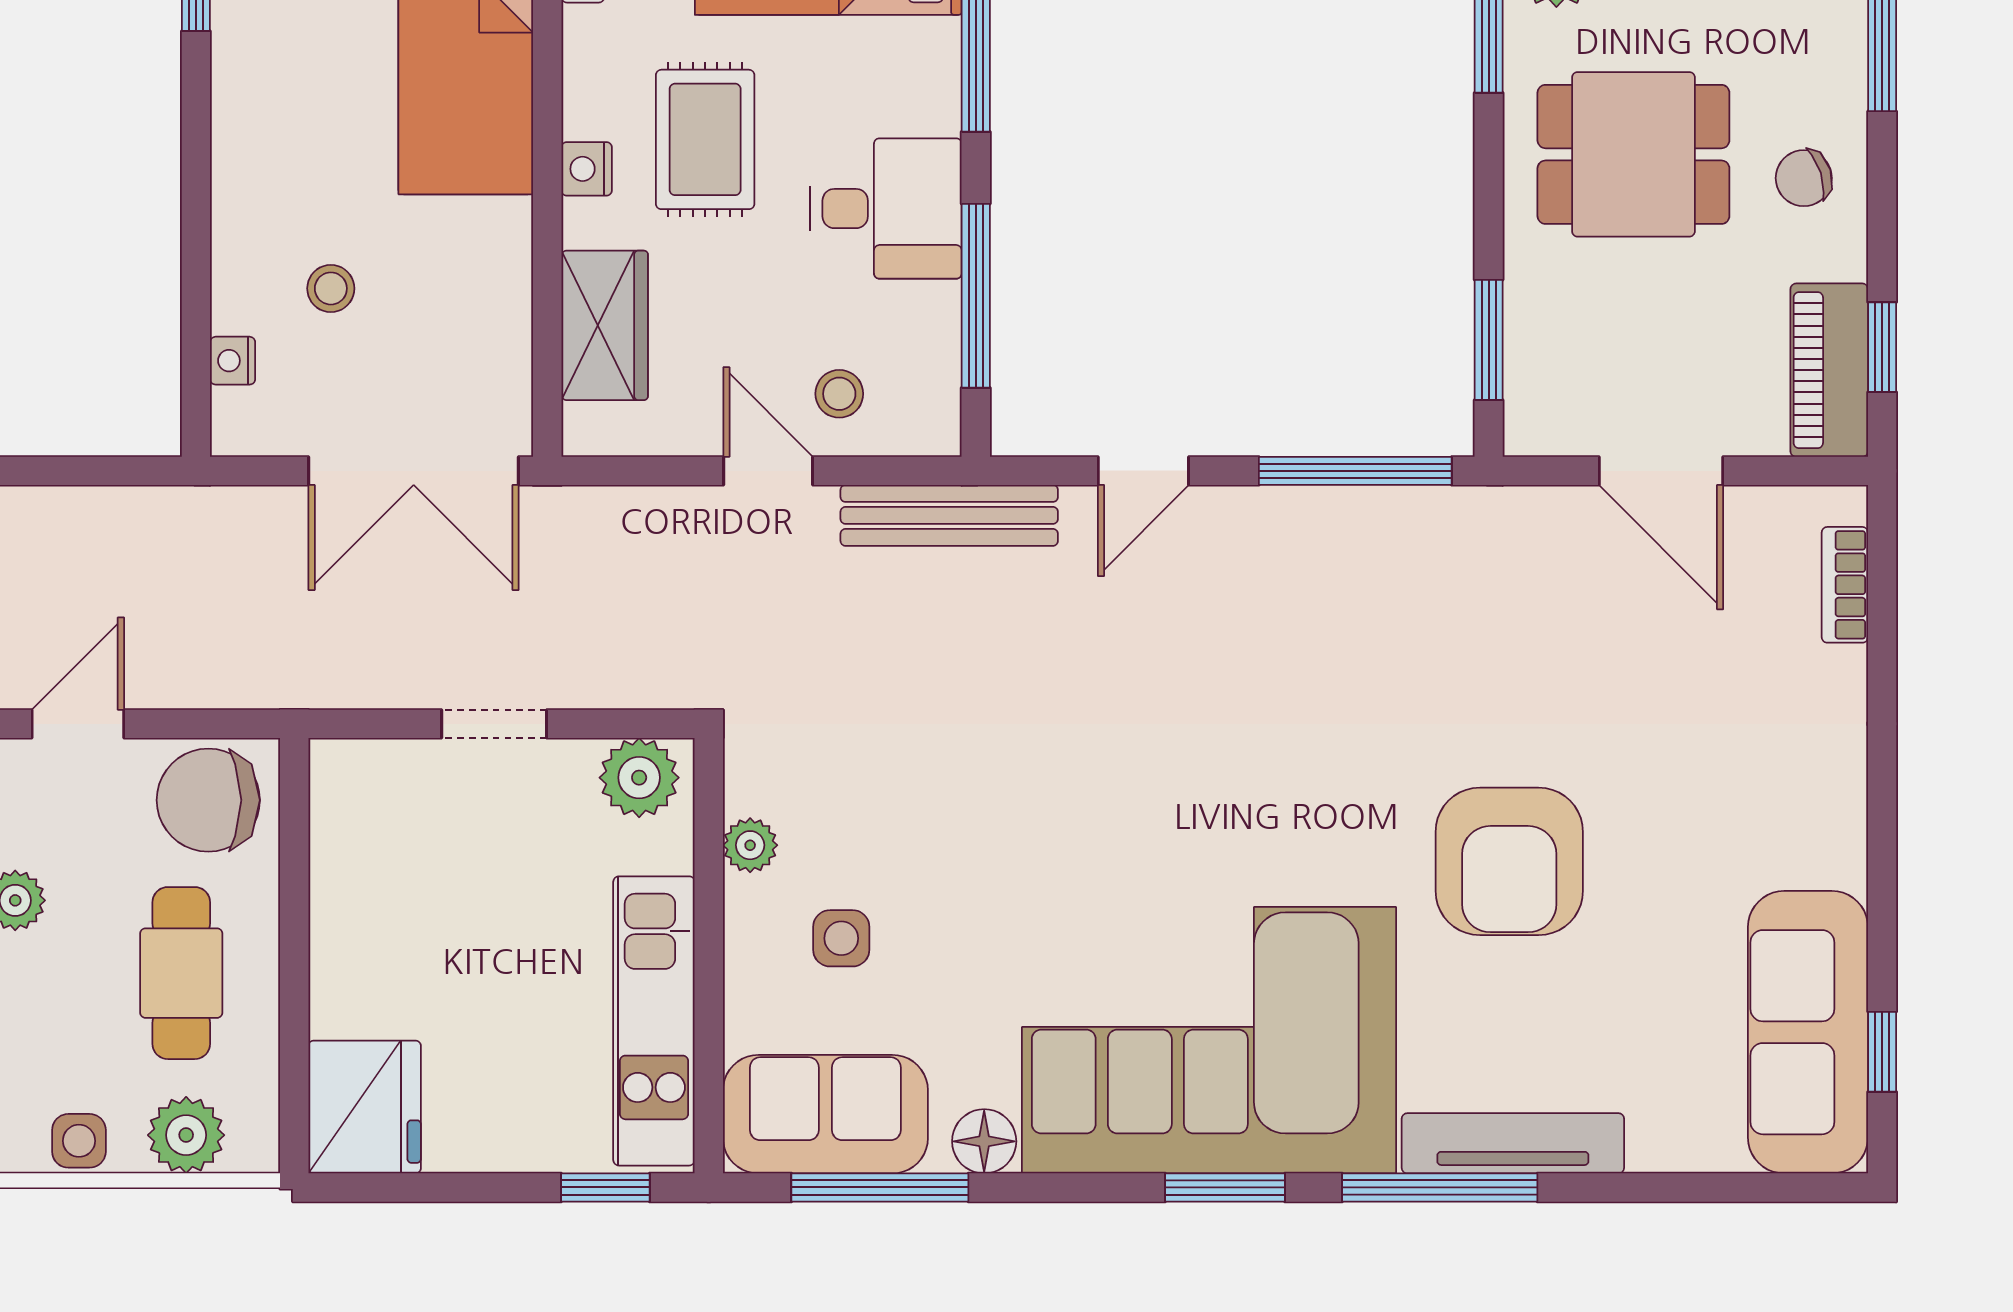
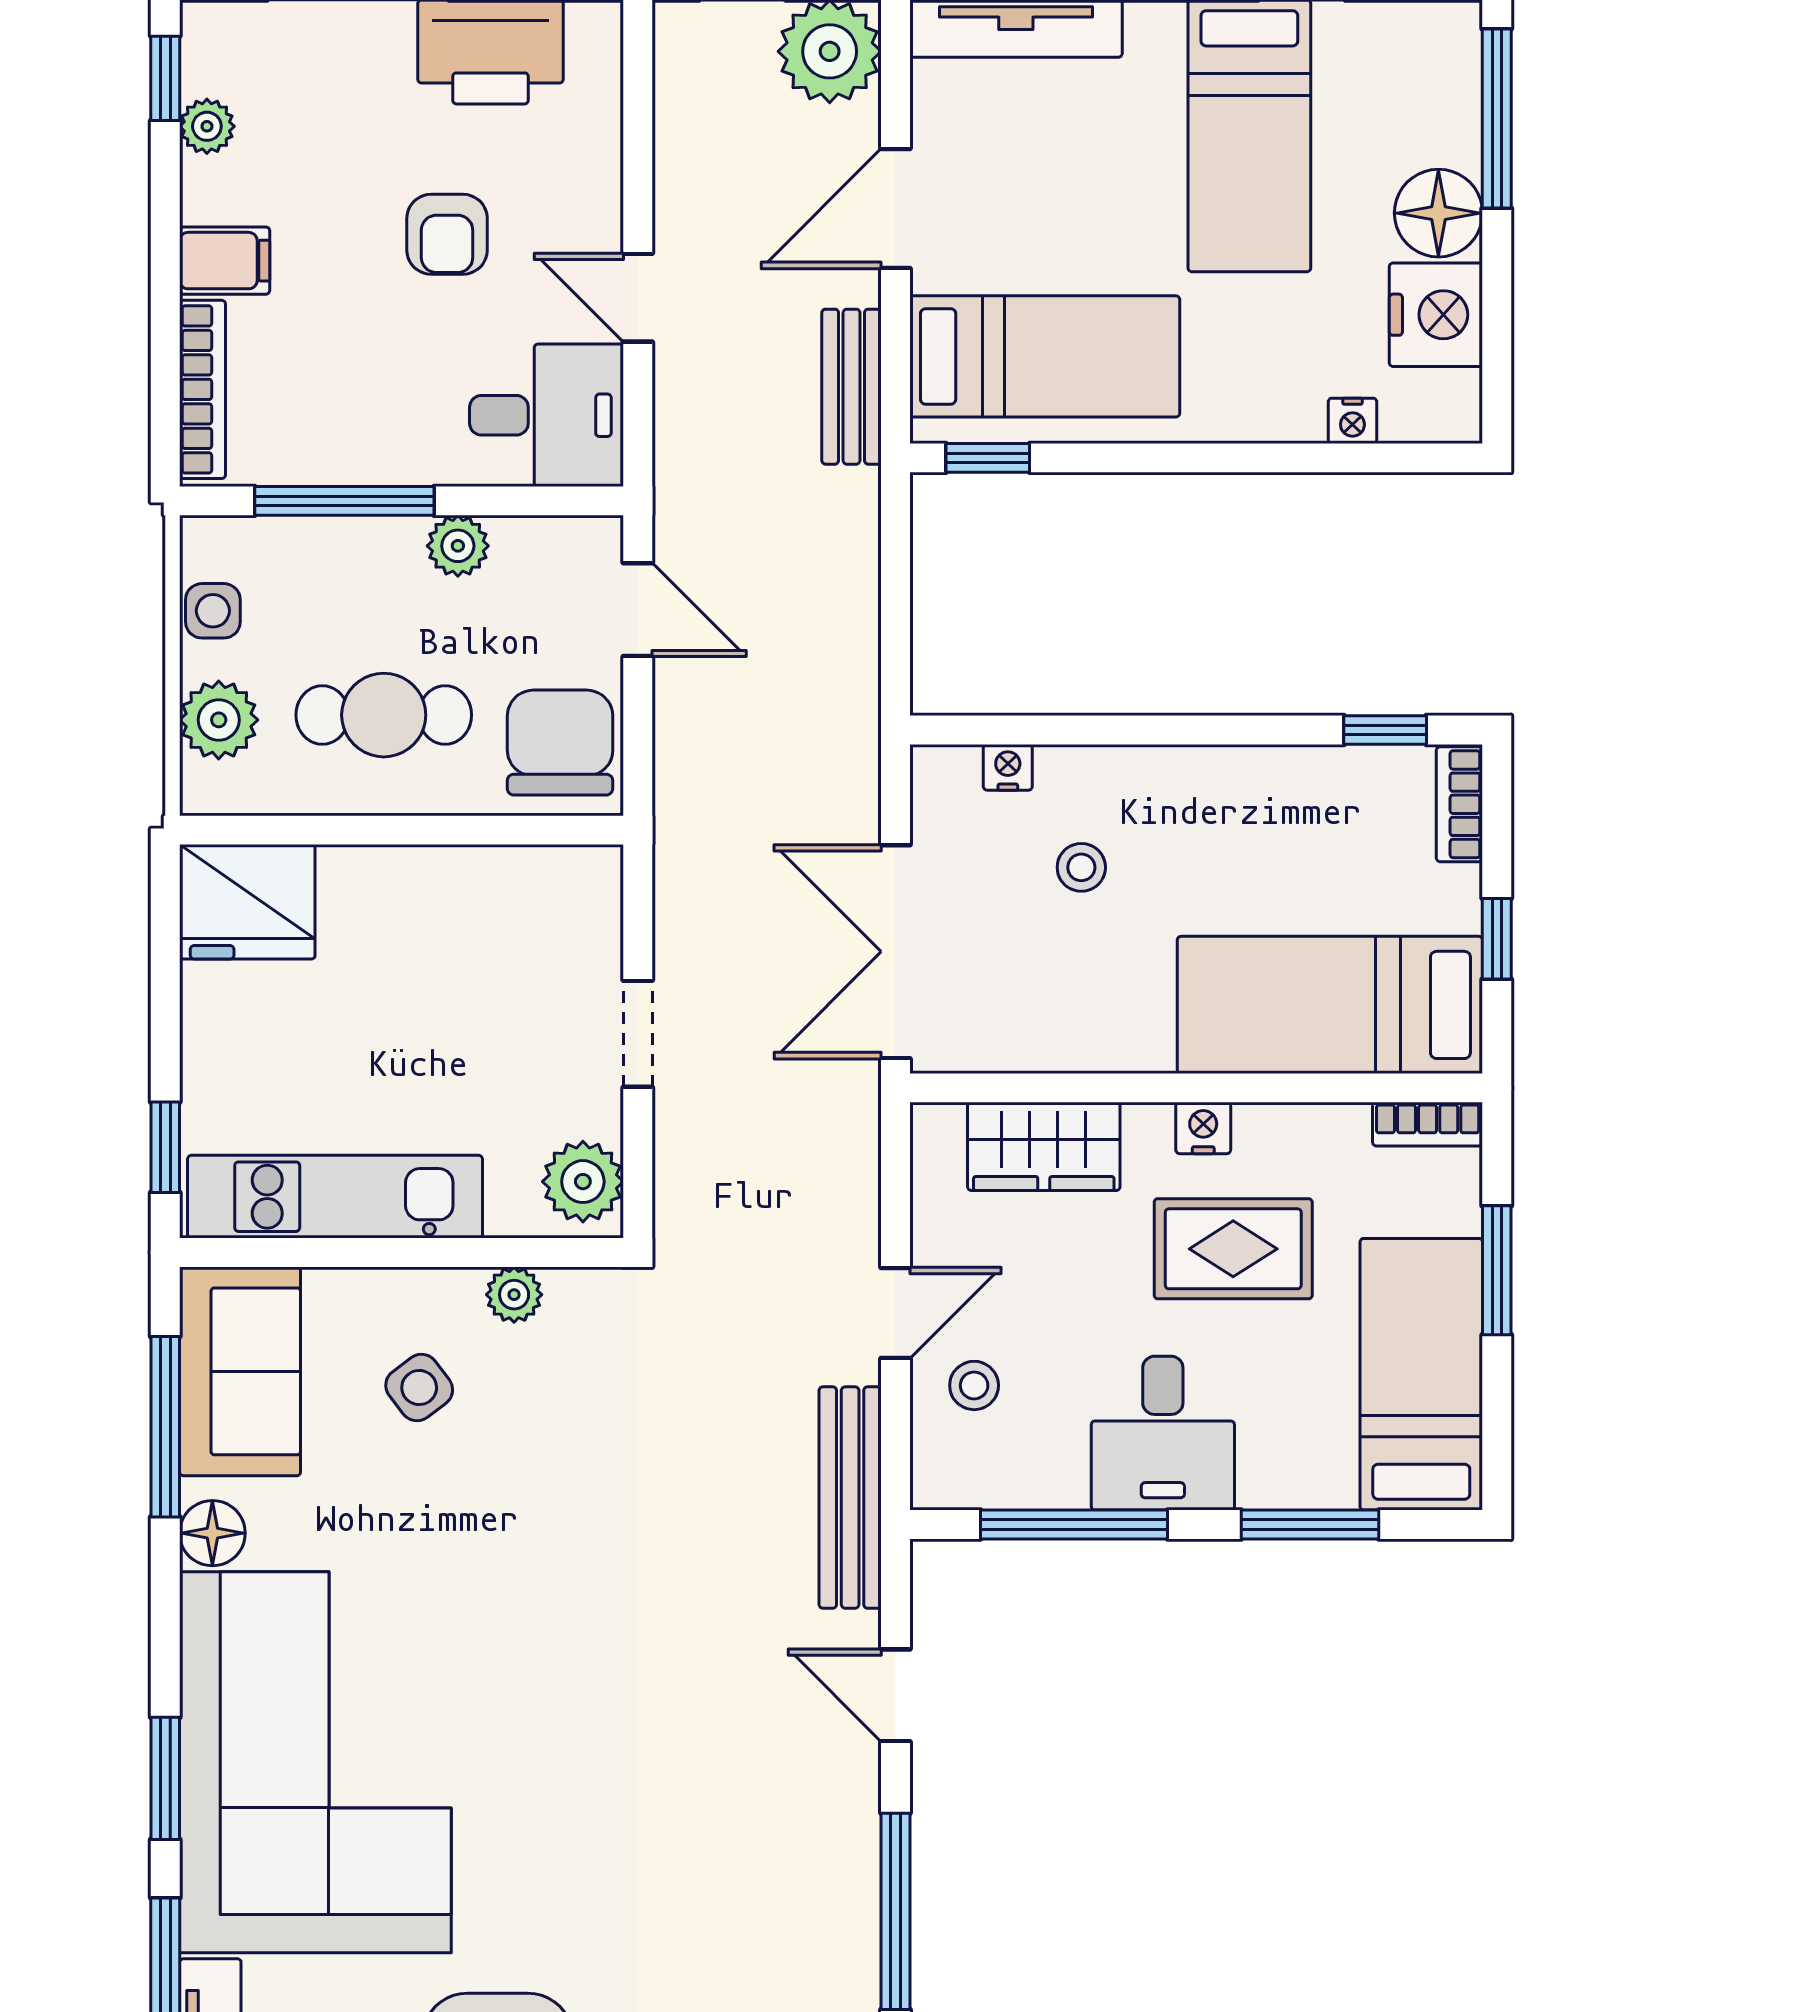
side table: (841, 938) -> (419, 1388), turned -37

